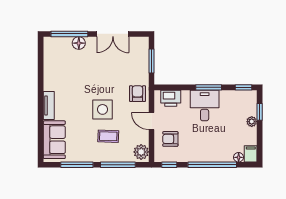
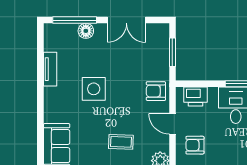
armchair: (137, 94) -> (156, 91), turned -90
tv unit: (49, 105) -> (50, 69), moved
side table: (102, 109) -> (94, 89), moved

